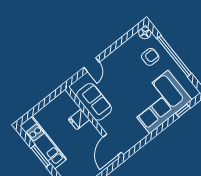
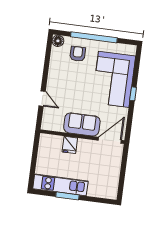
sofa: (94, 102) -> (82, 124), moved
window: (183, 111) -> (133, 94), moved
door: (112, 145) -> (110, 140), swing flipped

